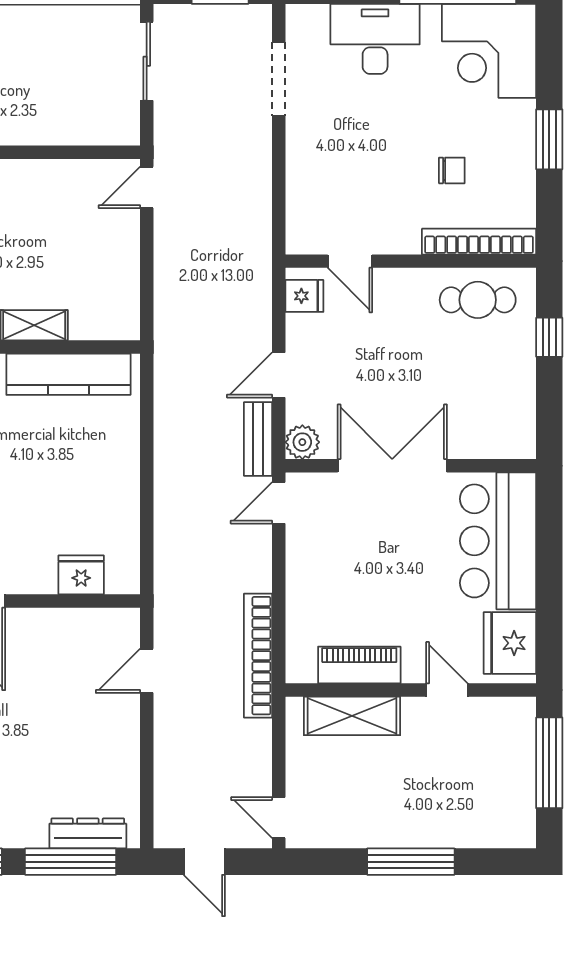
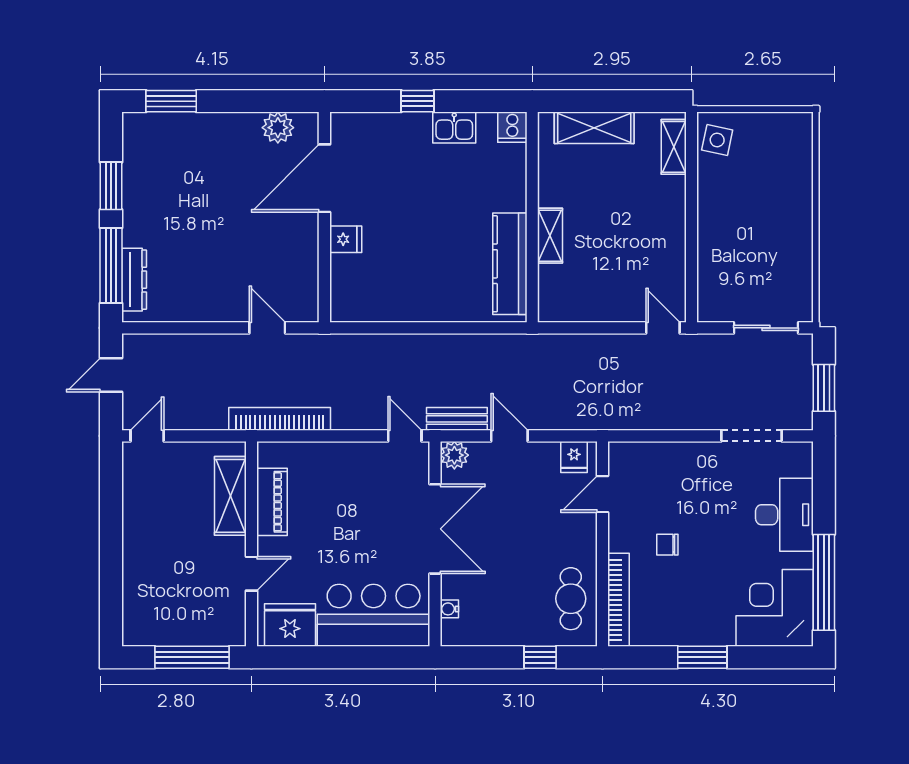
chair: (452, 170) -> (667, 545), moved, turned 90
water cooler: (490, 448) -> (449, 609), added
fridge: (81, 575) -> (346, 239), moved, width x0.72
window: (411, 862) -> (111, 544), removed

